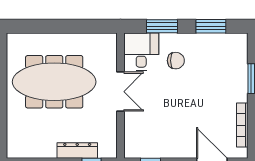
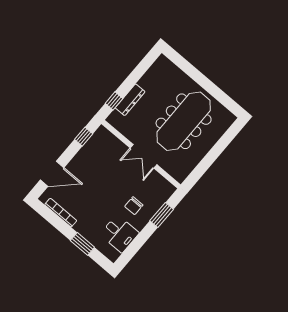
window: (211, 26) -> (137, 245), removed
desk: (141, 52) -> (119, 234), moved

